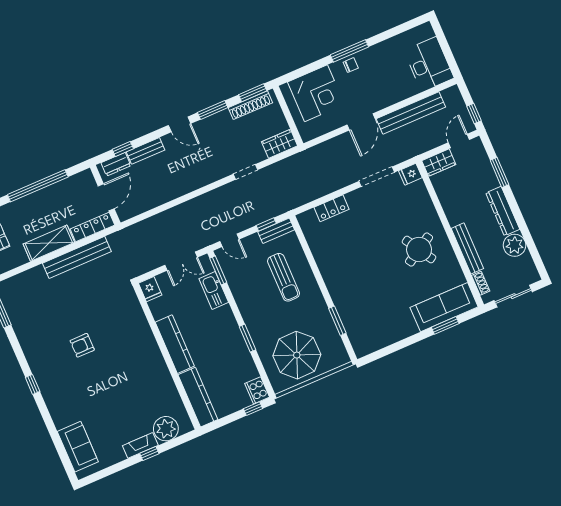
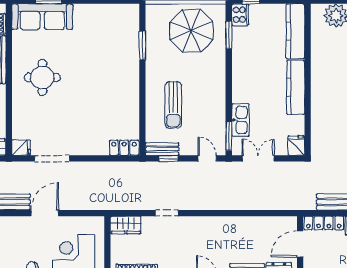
locker: (331, 208) -> (124, 148), moved
round table: (419, 249) -> (42, 77), turned 31
sun lounger: (284, 277) -> (173, 105), turned 180
window: (247, 338) -> (229, 35), moved

